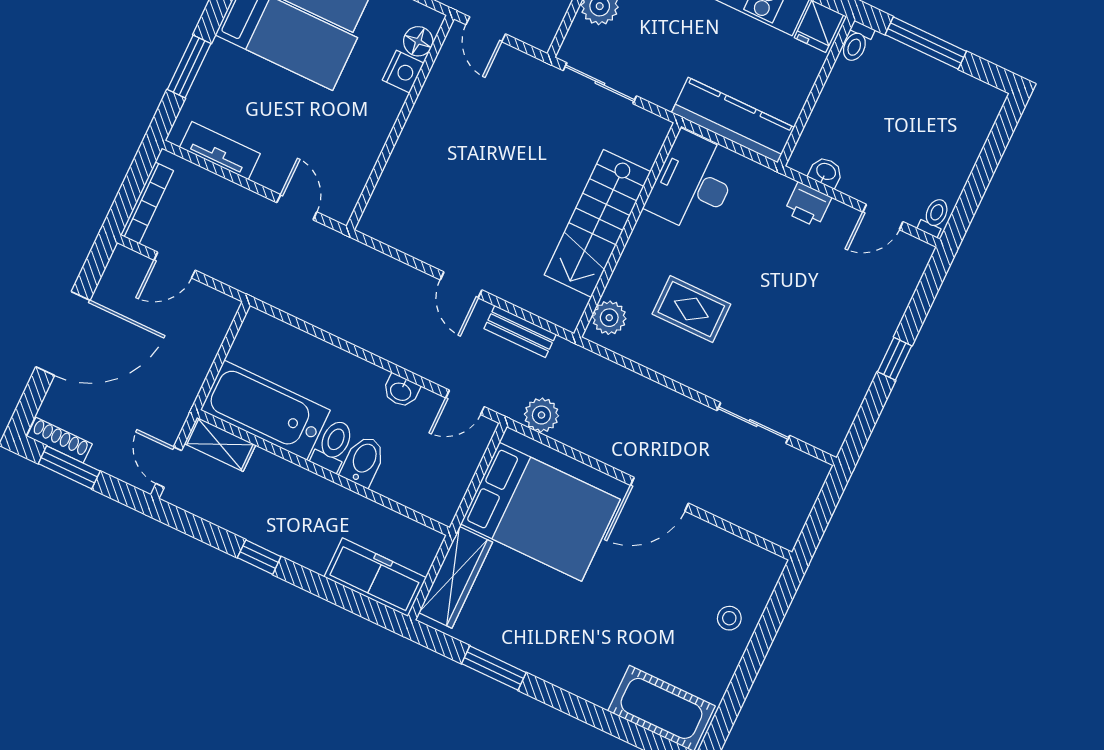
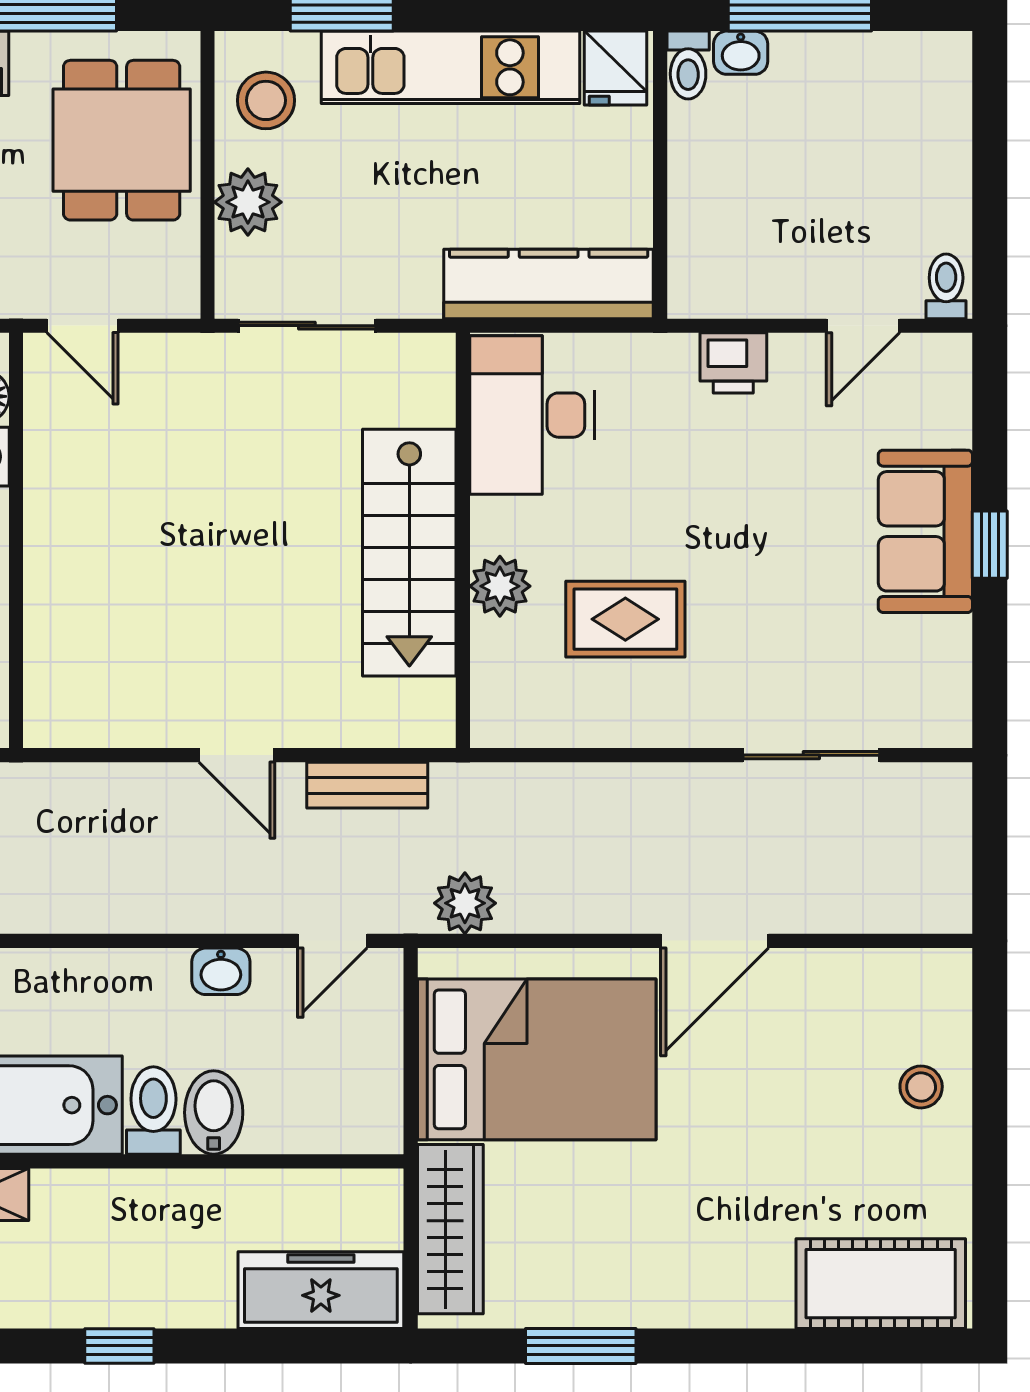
washbasin: (826, 172) -> (741, 53), moved, turned 180
plant: (609, 318) -> (500, 586), moved
sofa: (865, 337) -> (925, 531), added

